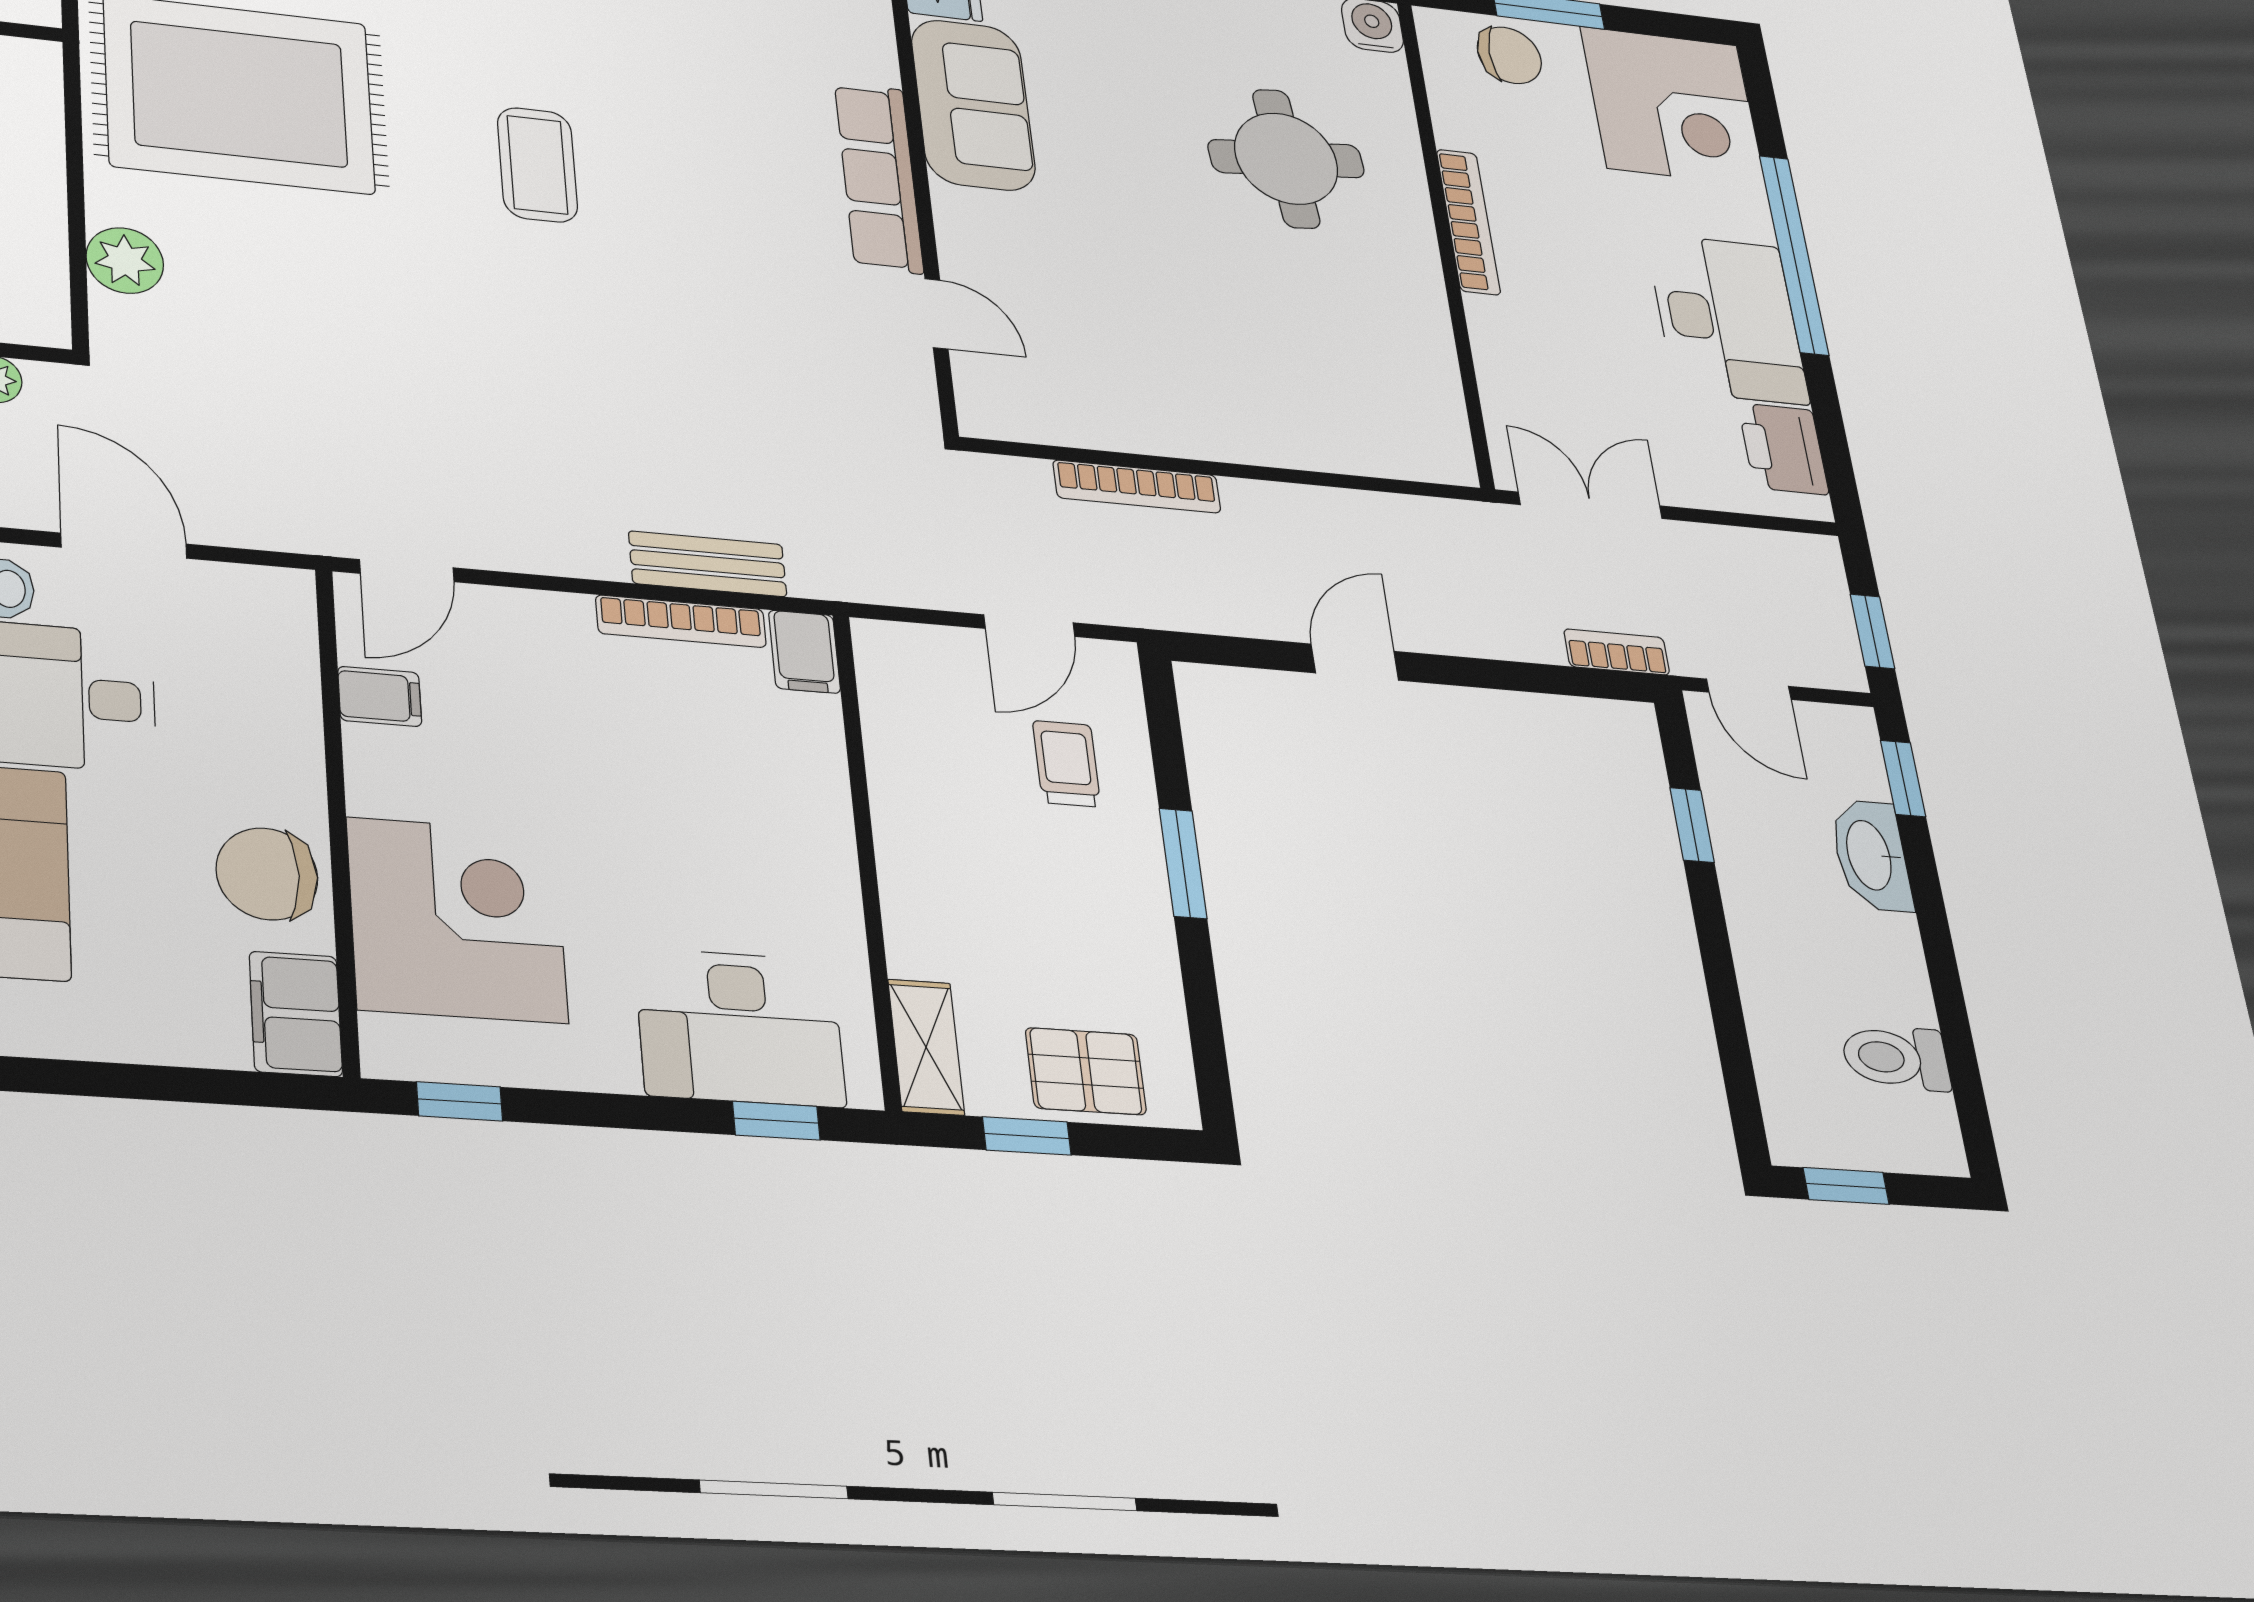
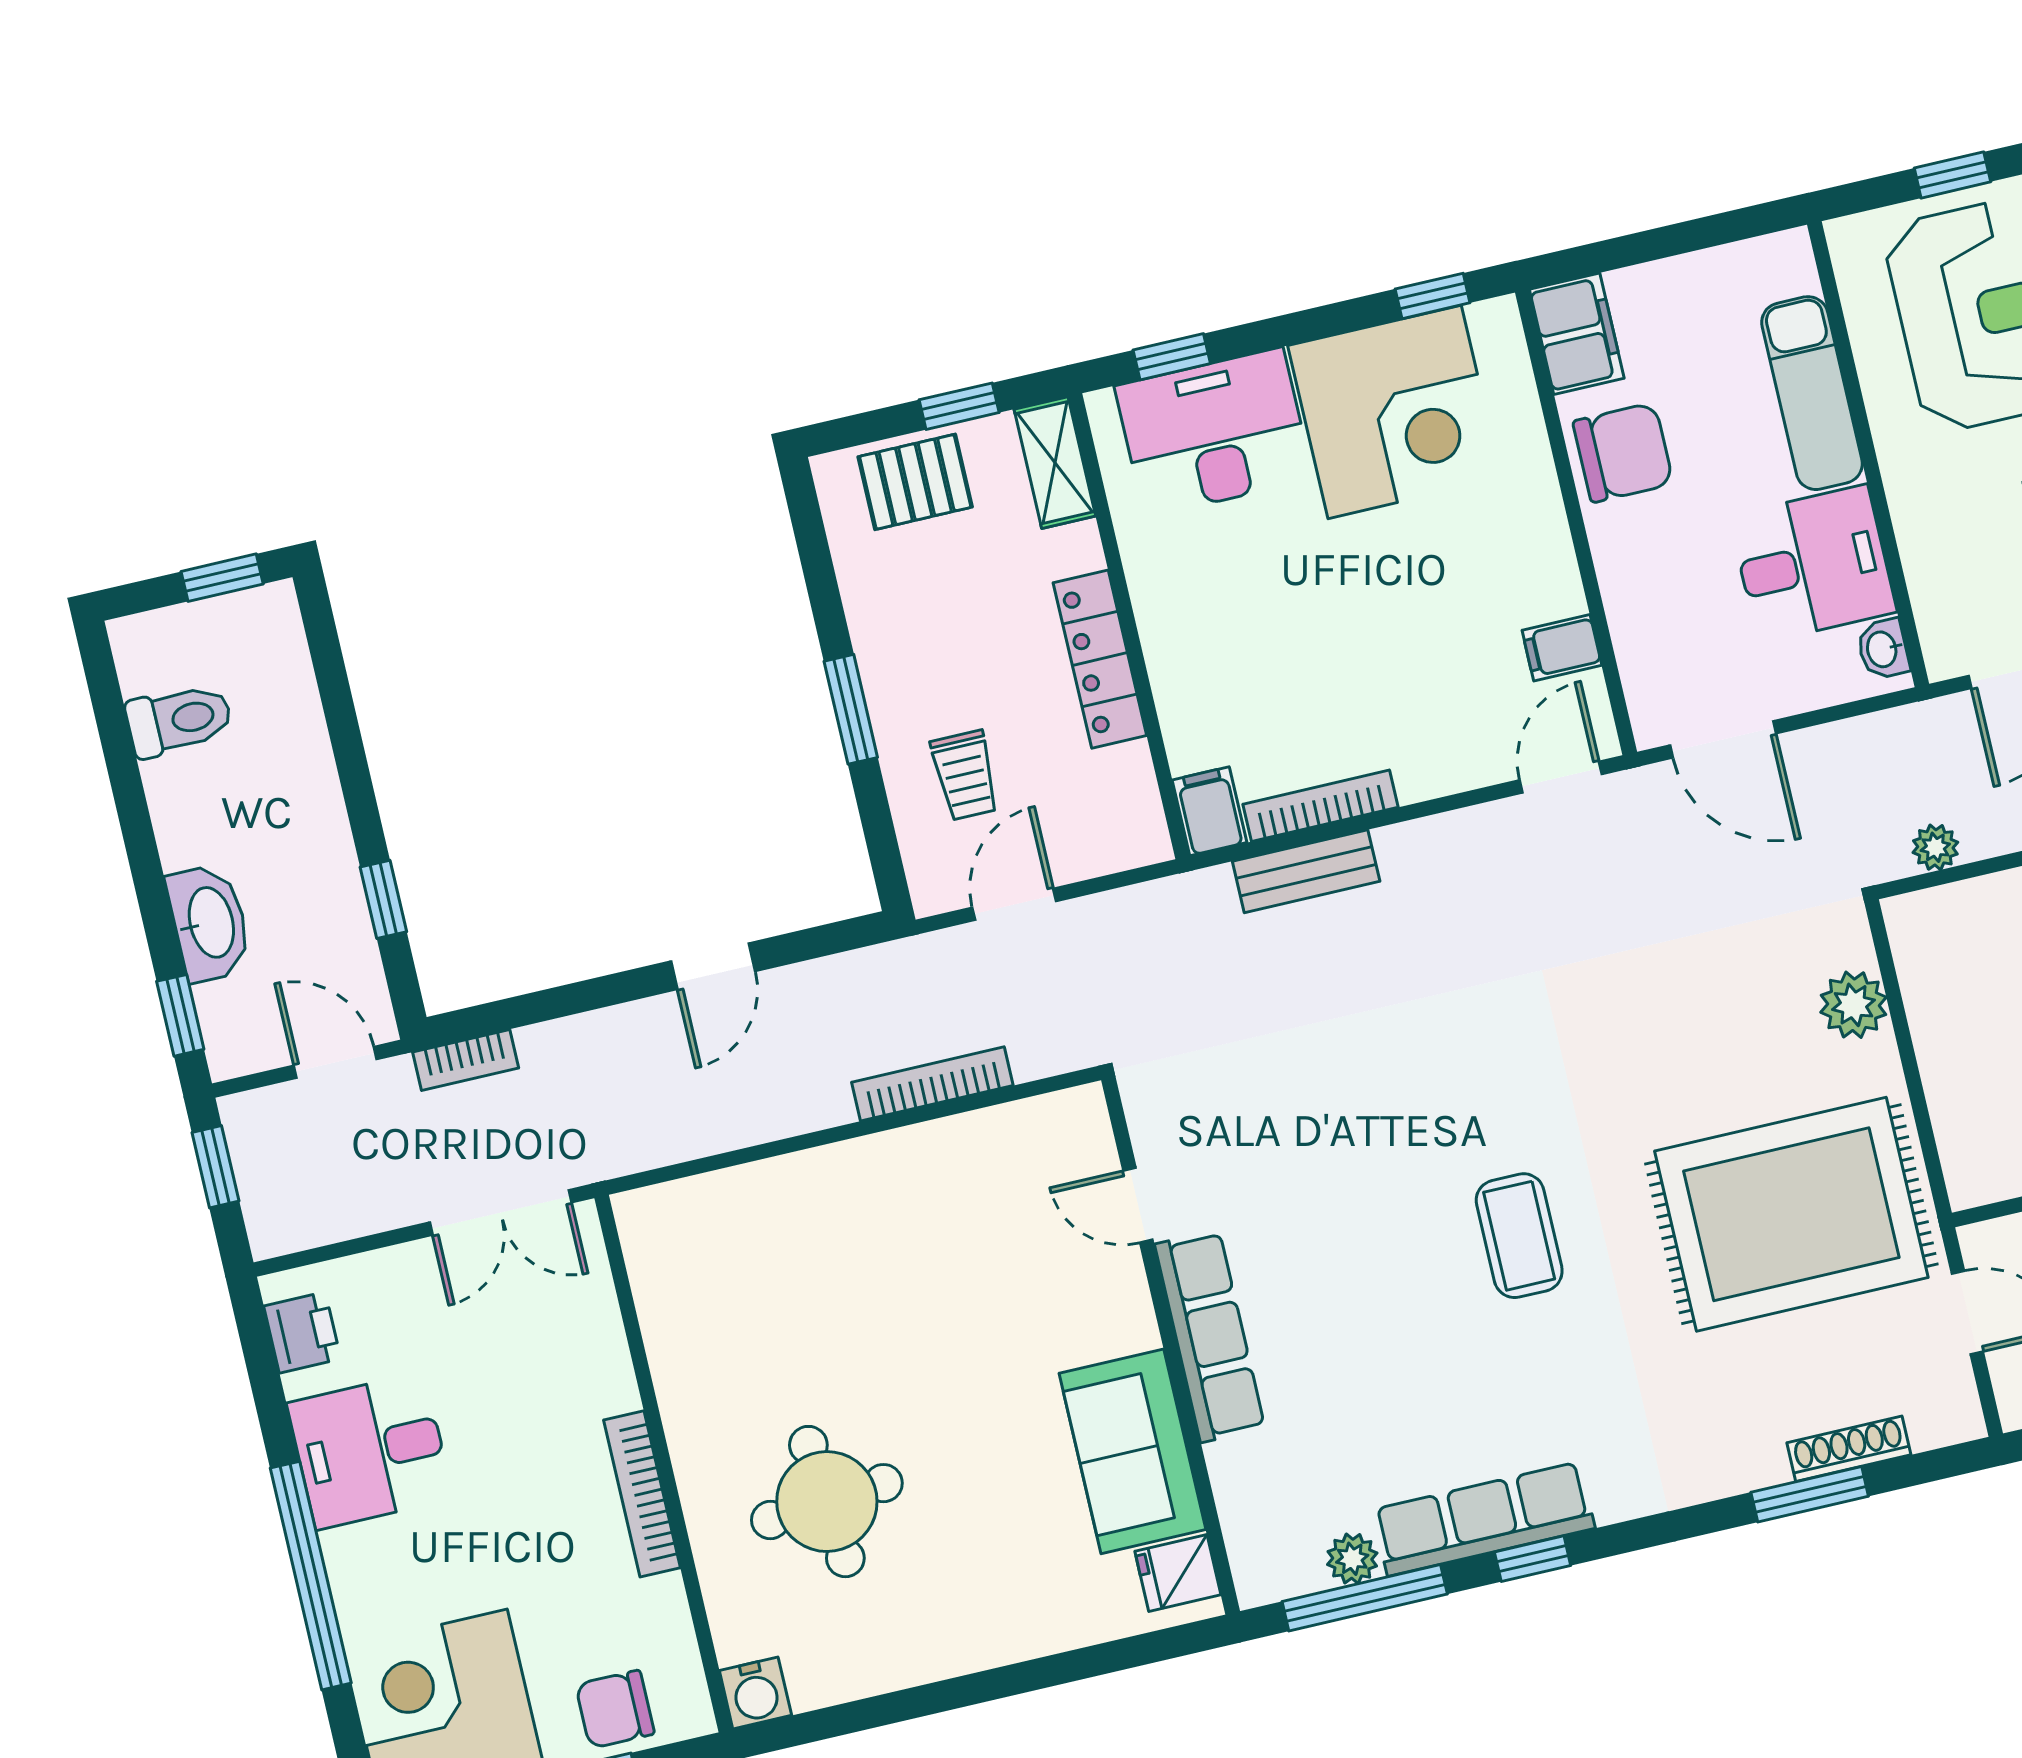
desk: (1727, 319) -> (370, 1451), width x0.73
printer: (1783, 449) -> (302, 1332), width x0.73, depth x0.81
door: (124, 546) -> (1723, 739), moved
locker: (903, 834) -> (1100, 659), added
corner desk: (457, 920) -> (1395, 412), moved, turned -90

